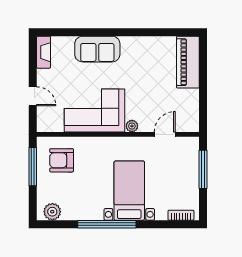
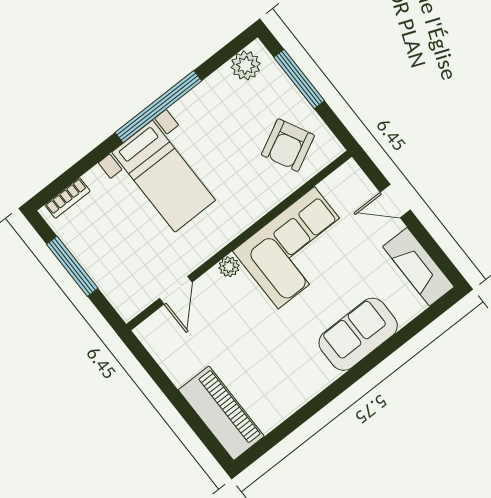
fireplace: (44, 52) -> (418, 267), width x1.37, depth x1.32
armchair: (62, 160) -> (288, 145), turned 153
window: (33, 167) -> (299, 79), moved
window: (203, 169) -> (72, 266), moved

